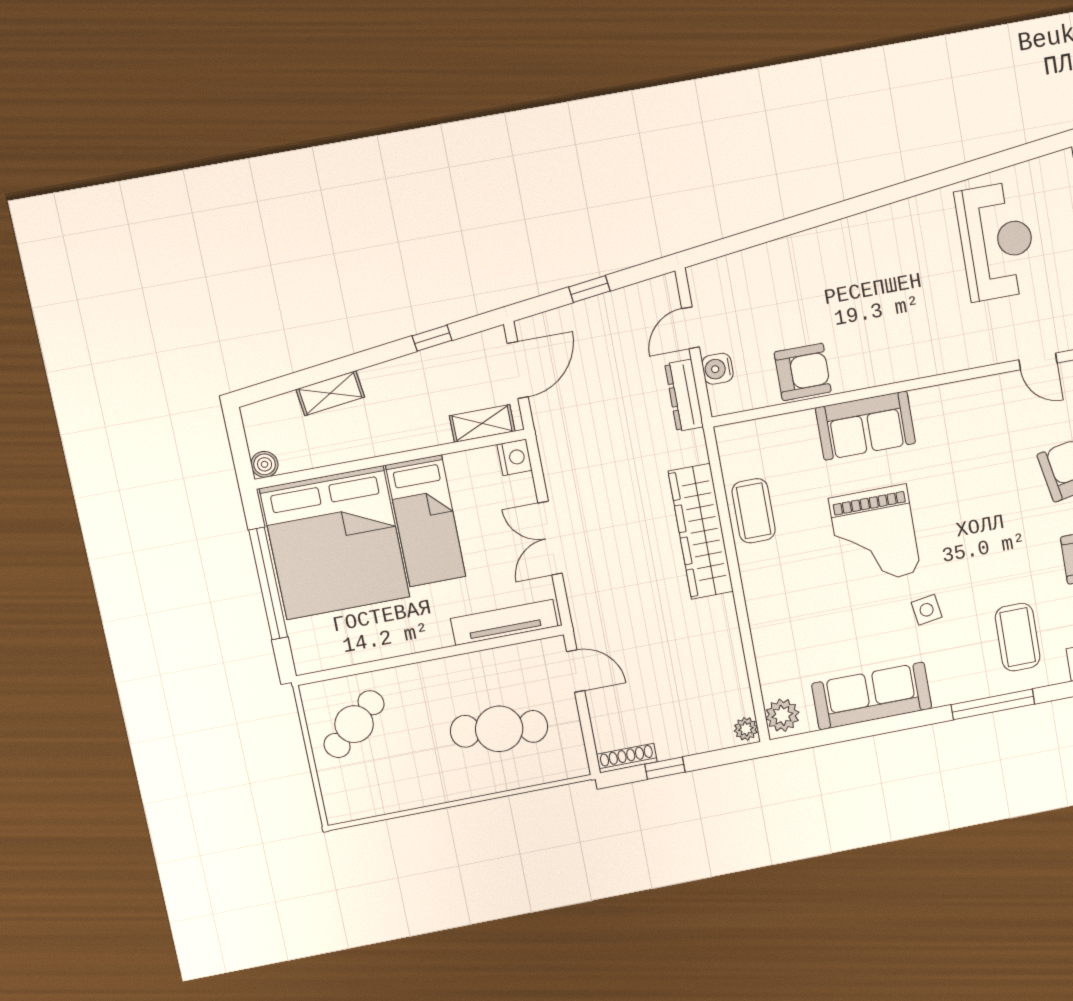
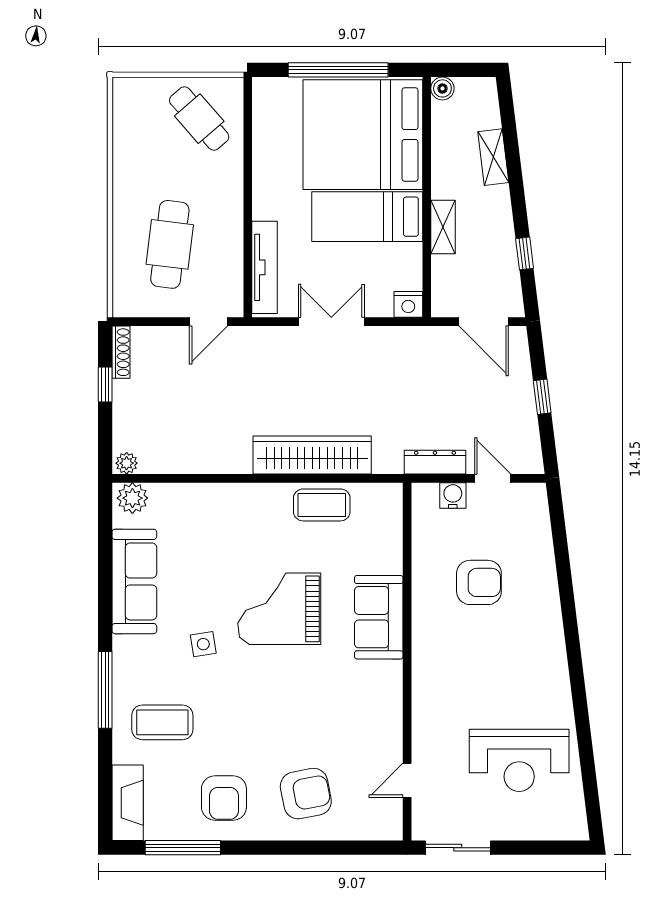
armchair: (803, 372) -> (479, 582), moved, turned -90
shelving: (482, 423) -> (443, 227), moved

